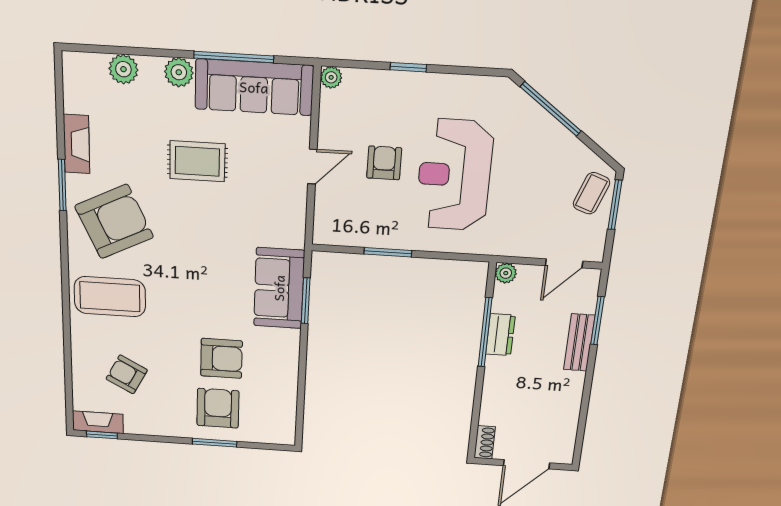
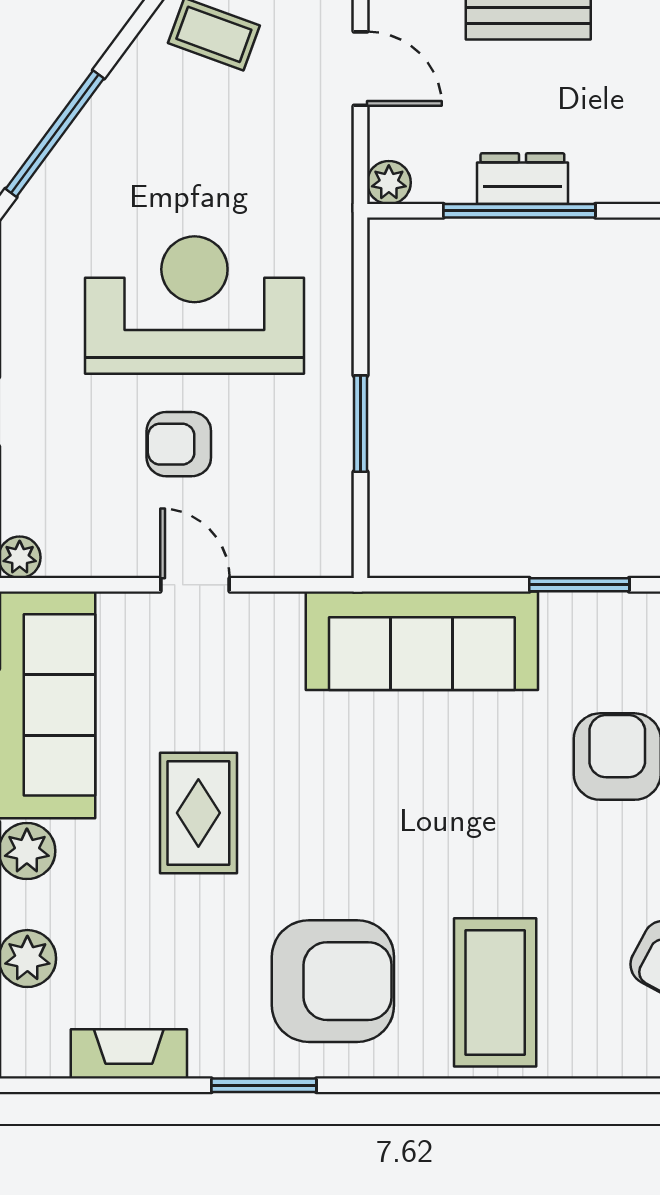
fireplace: (77, 144) -> (129, 1054), moved
reception desk: (454, 175) -> (194, 305), turned 180
armchair: (114, 222) -> (333, 981), turned 116
sofa: (279, 288) -> (422, 641), width x1.36
window: (306, 301) -> (579, 585), moved

